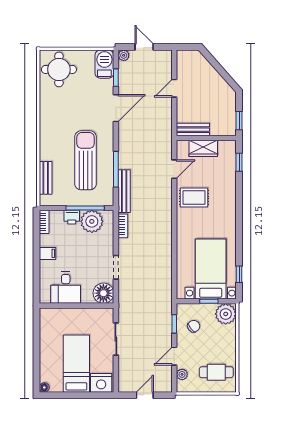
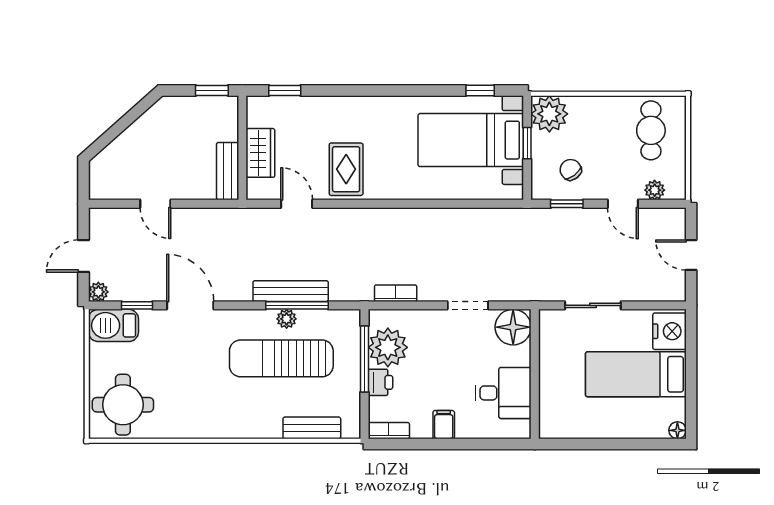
plant: (108, 163) -> (287, 319), added
bench: (124, 191) -> (291, 291), moved

